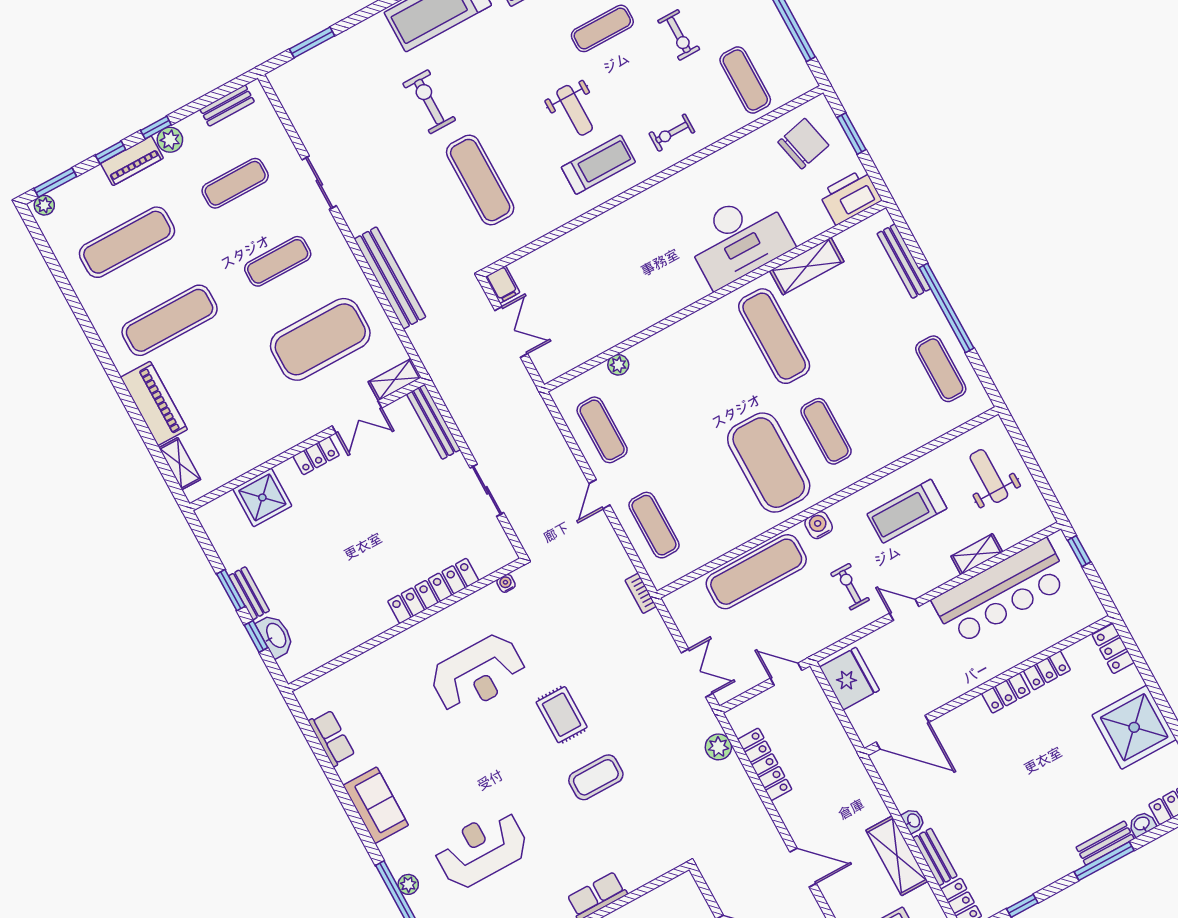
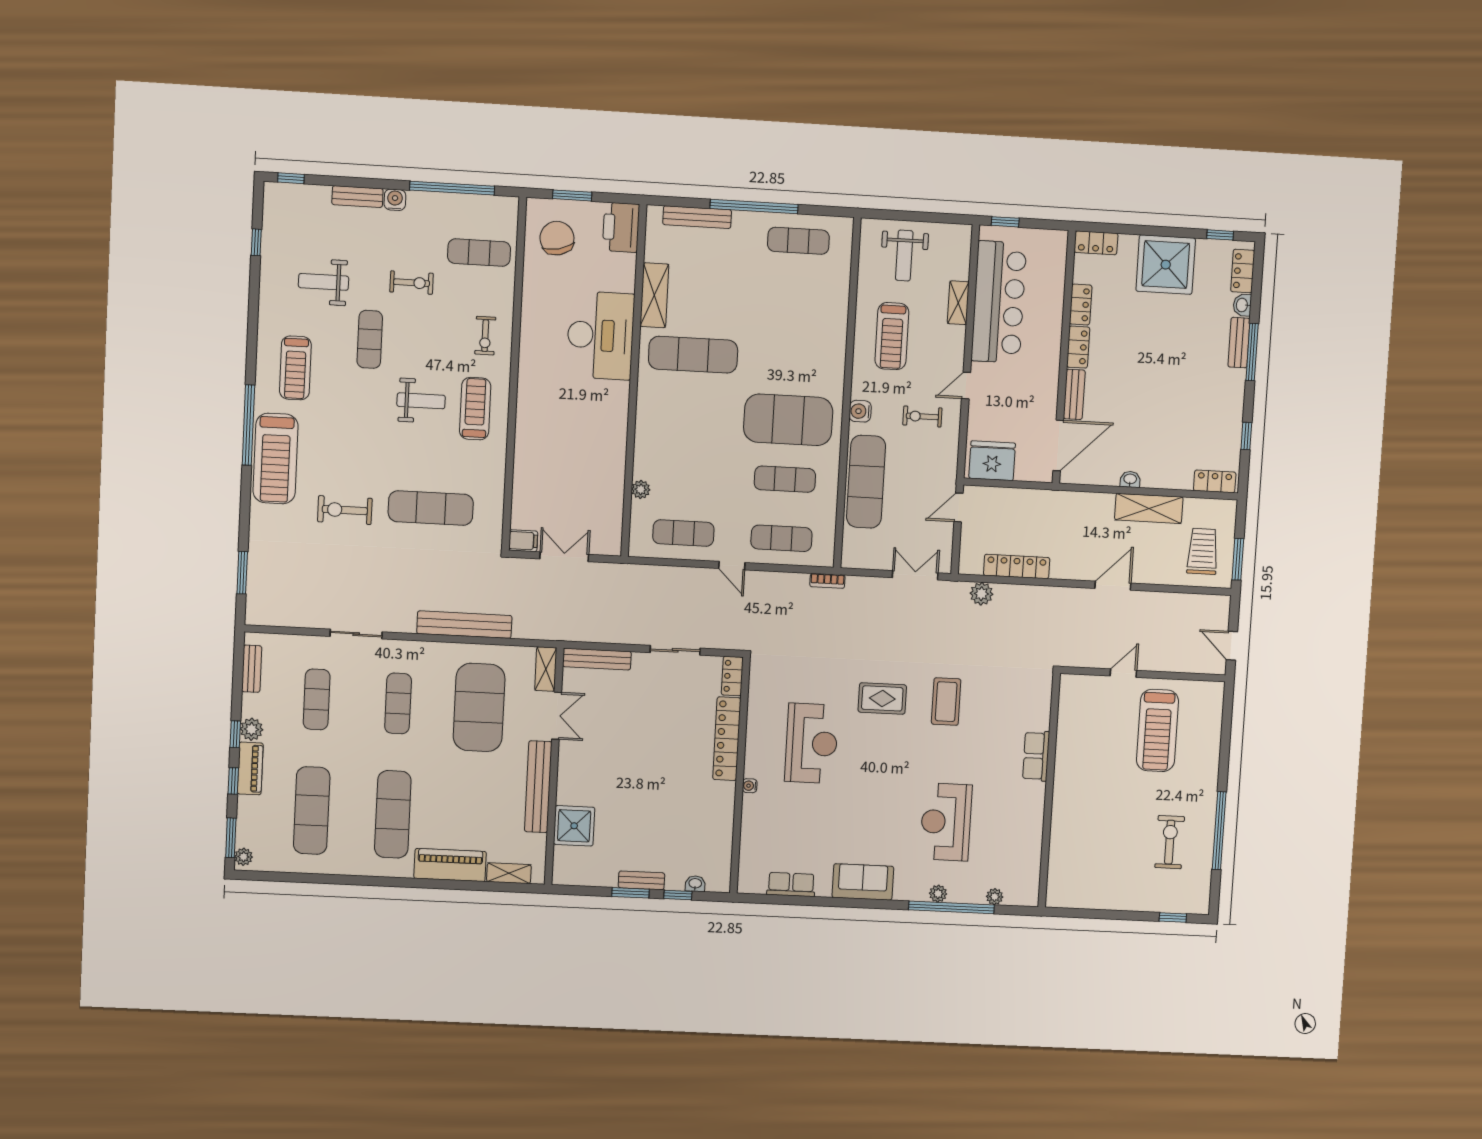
exercise mat: (826, 431) -> (785, 479), moved
bench: (279, 441) -> (538, 787), added
locker: (316, 456) -> (732, 676), moved, turned 180
weight bench: (989, 476) -> (904, 256), turned -90
water cooler: (506, 583) -> (750, 786), moved
washbasin: (276, 636) -> (695, 884), width x0.52, depth x0.69
bench: (935, 857) -> (1074, 394), moved, turned 90

